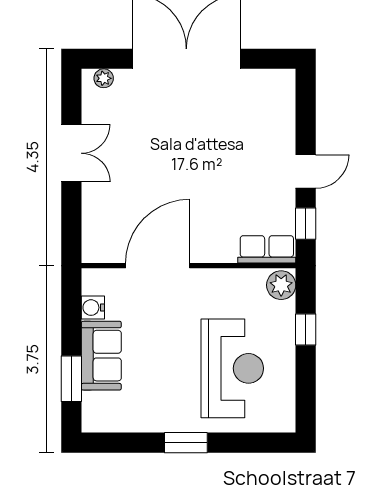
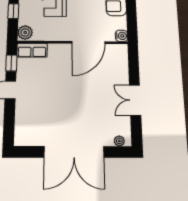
water cooler: (93, 308) -> (121, 36), moved

